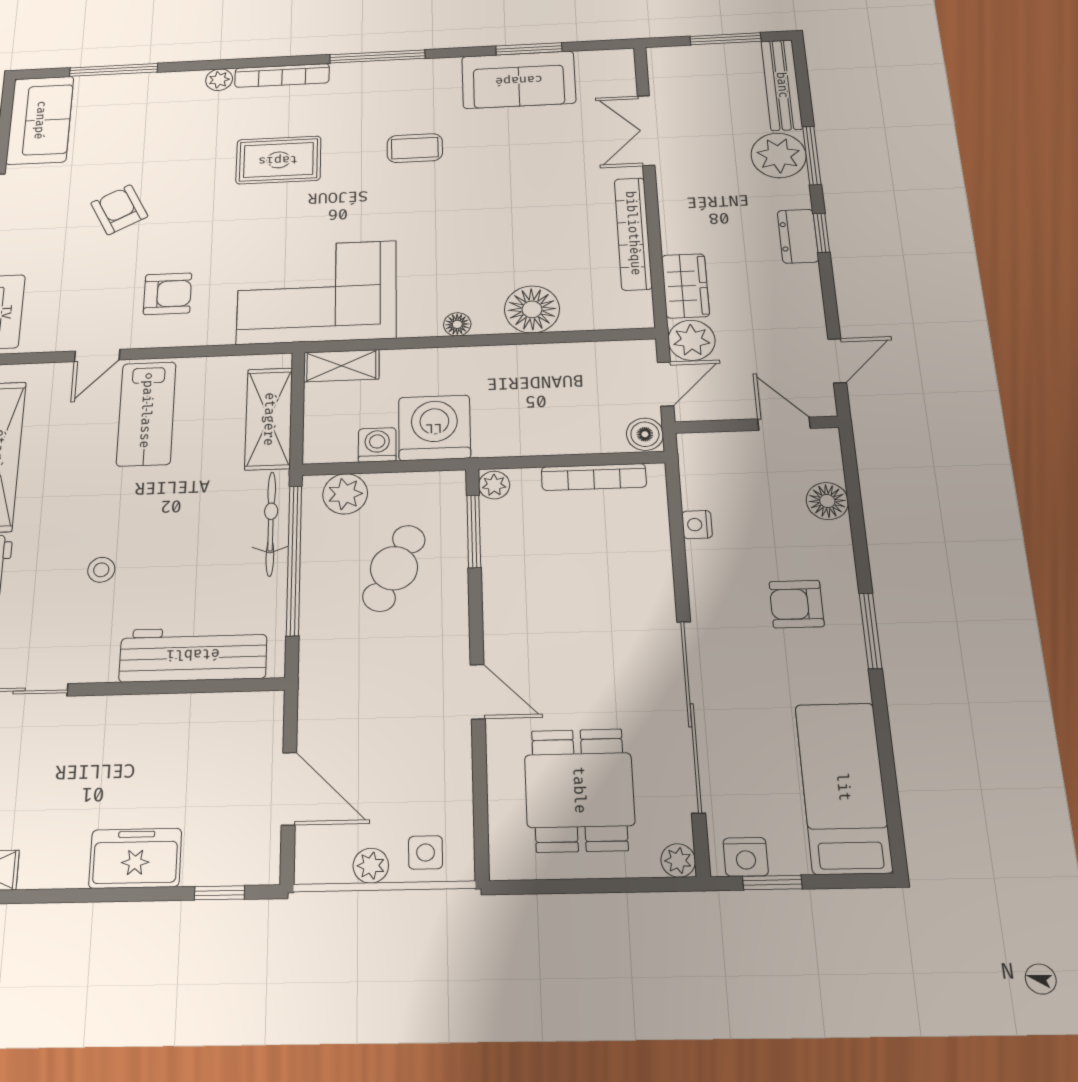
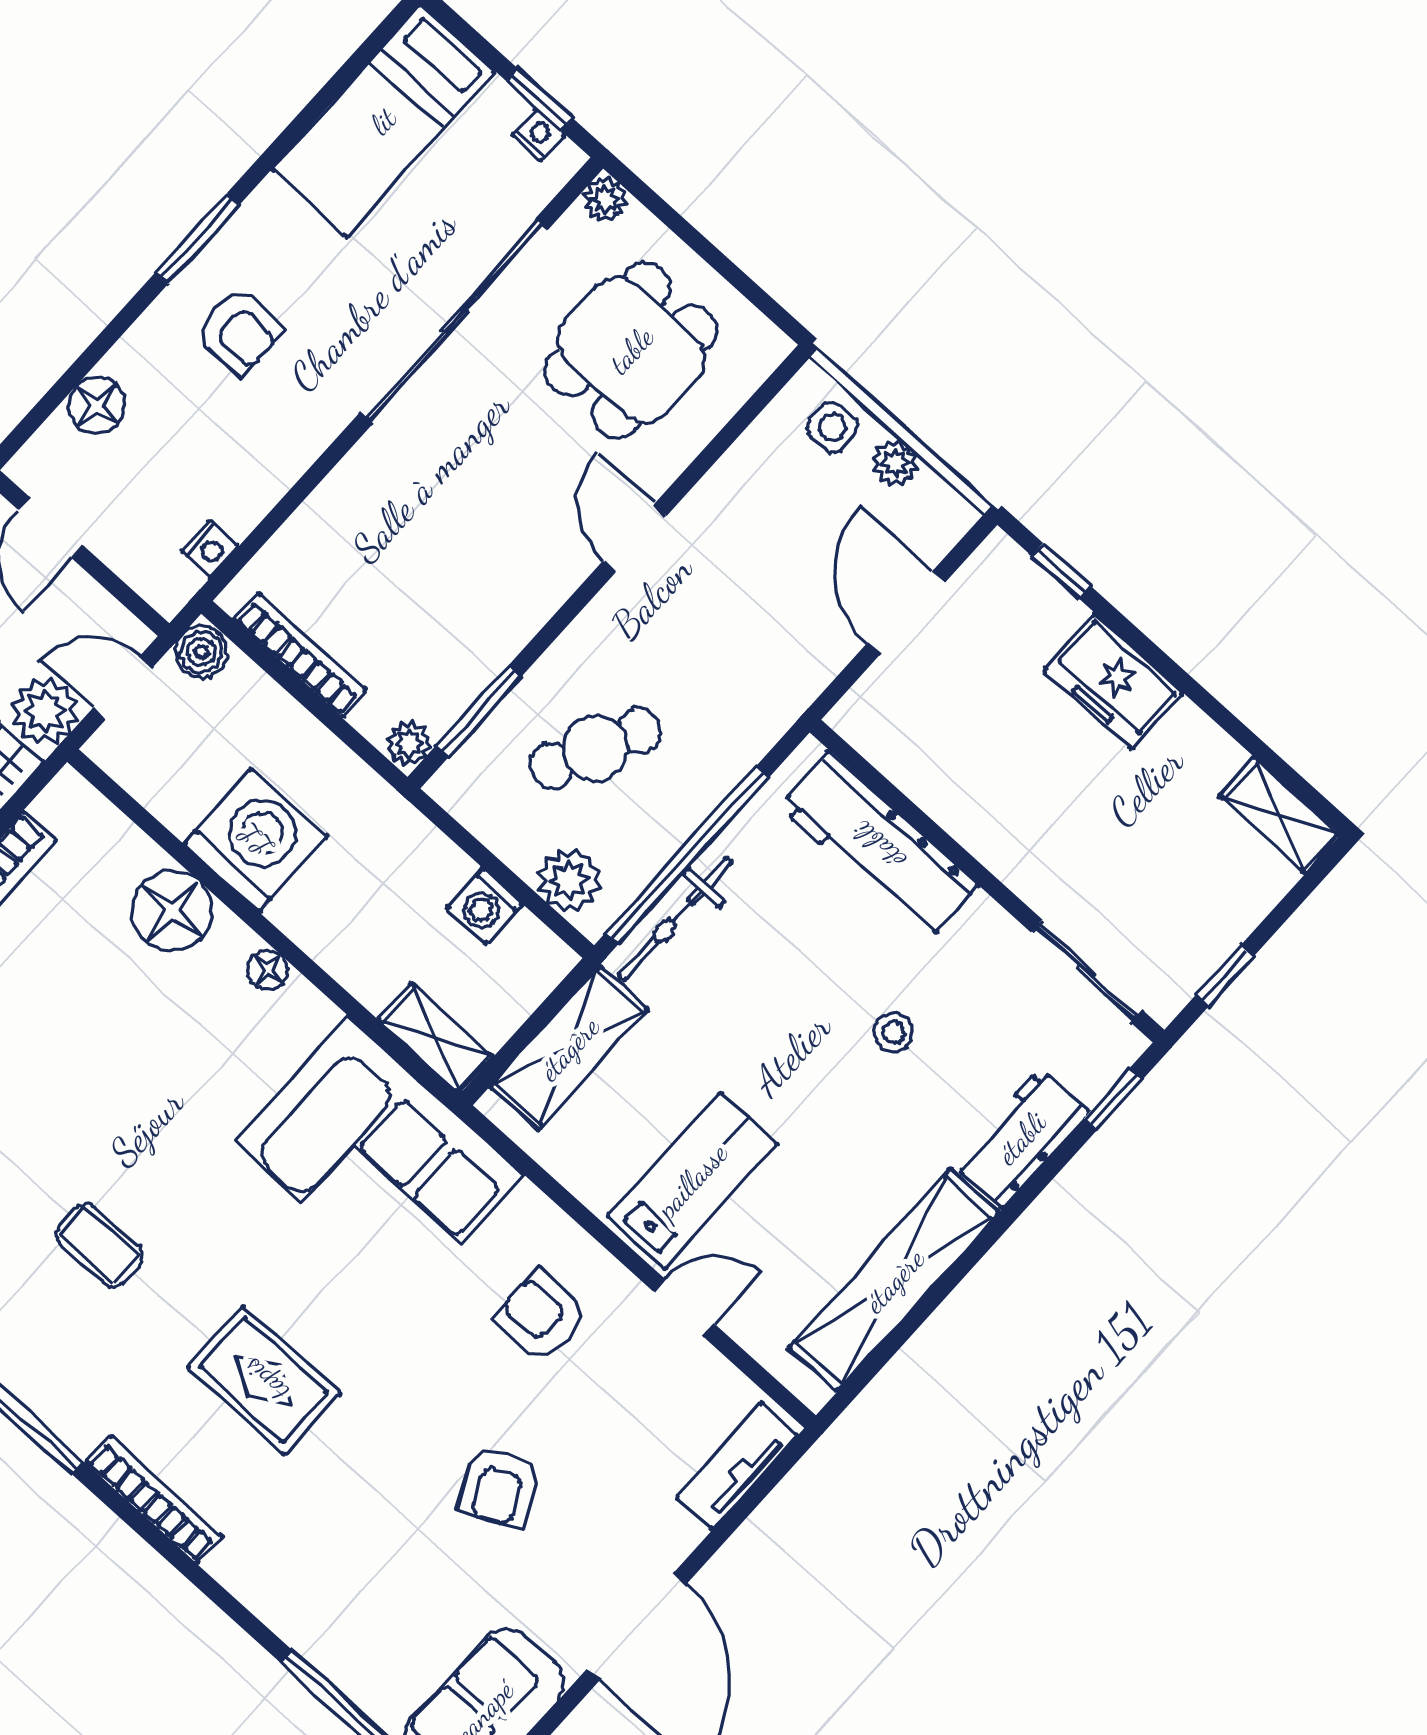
plant: (219, 80) -> (230, 1566), removed
washing machine: (434, 428) -> (255, 840), moved, turned 180
nightstand: (697, 525) -> (210, 549), moved
nightstand: (746, 857) -> (538, 134), width x0.72, depth x0.74

